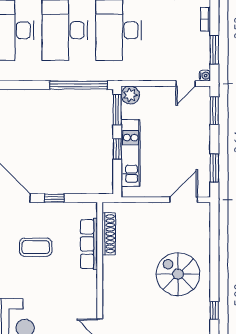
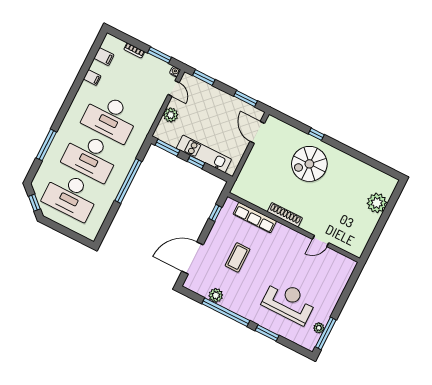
window: (78, 85) -> (128, 181), moved
plant: (130, 95) -> (171, 115), moved
window: (54, 198) -> (215, 213), moved
shoe rack: (109, 234) -> (285, 215), moved
window: (214, 311) -> (316, 134), moved

